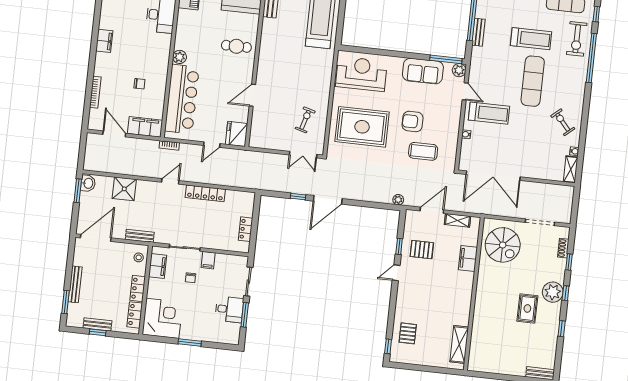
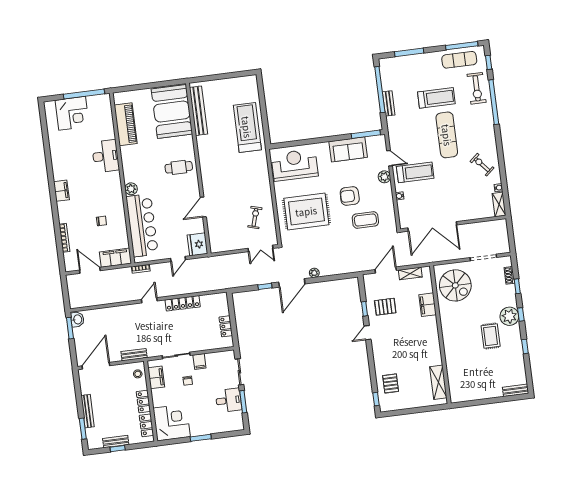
plant: (459, 70) -> (384, 177), moved
shower: (124, 189) -> (110, 317), removed
plant: (398, 200) -> (314, 273), moved

